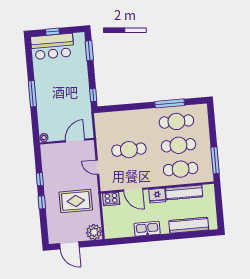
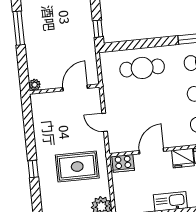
cafe table: (129, 150) -> (142, 68), moved
window: (40, 179) -> (30, 139), removed
door: (133, 190) -> (151, 151), swing flipped

